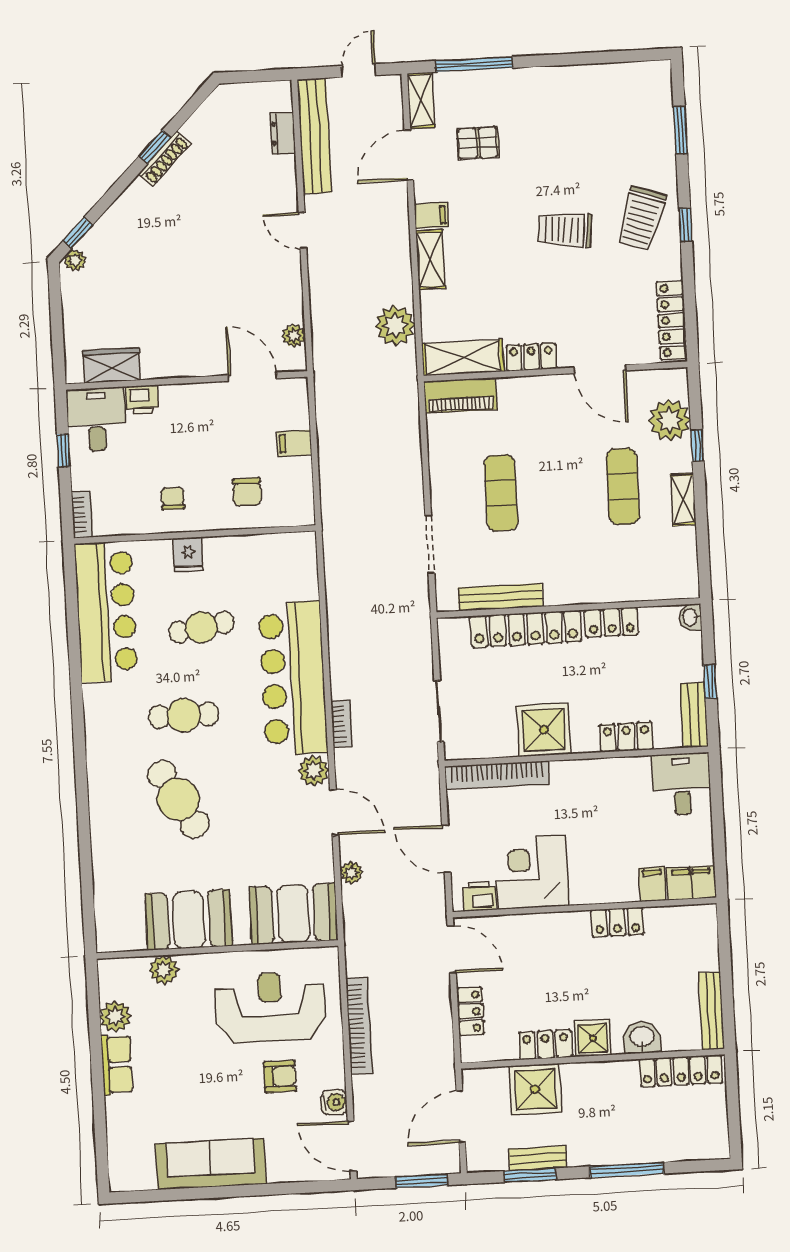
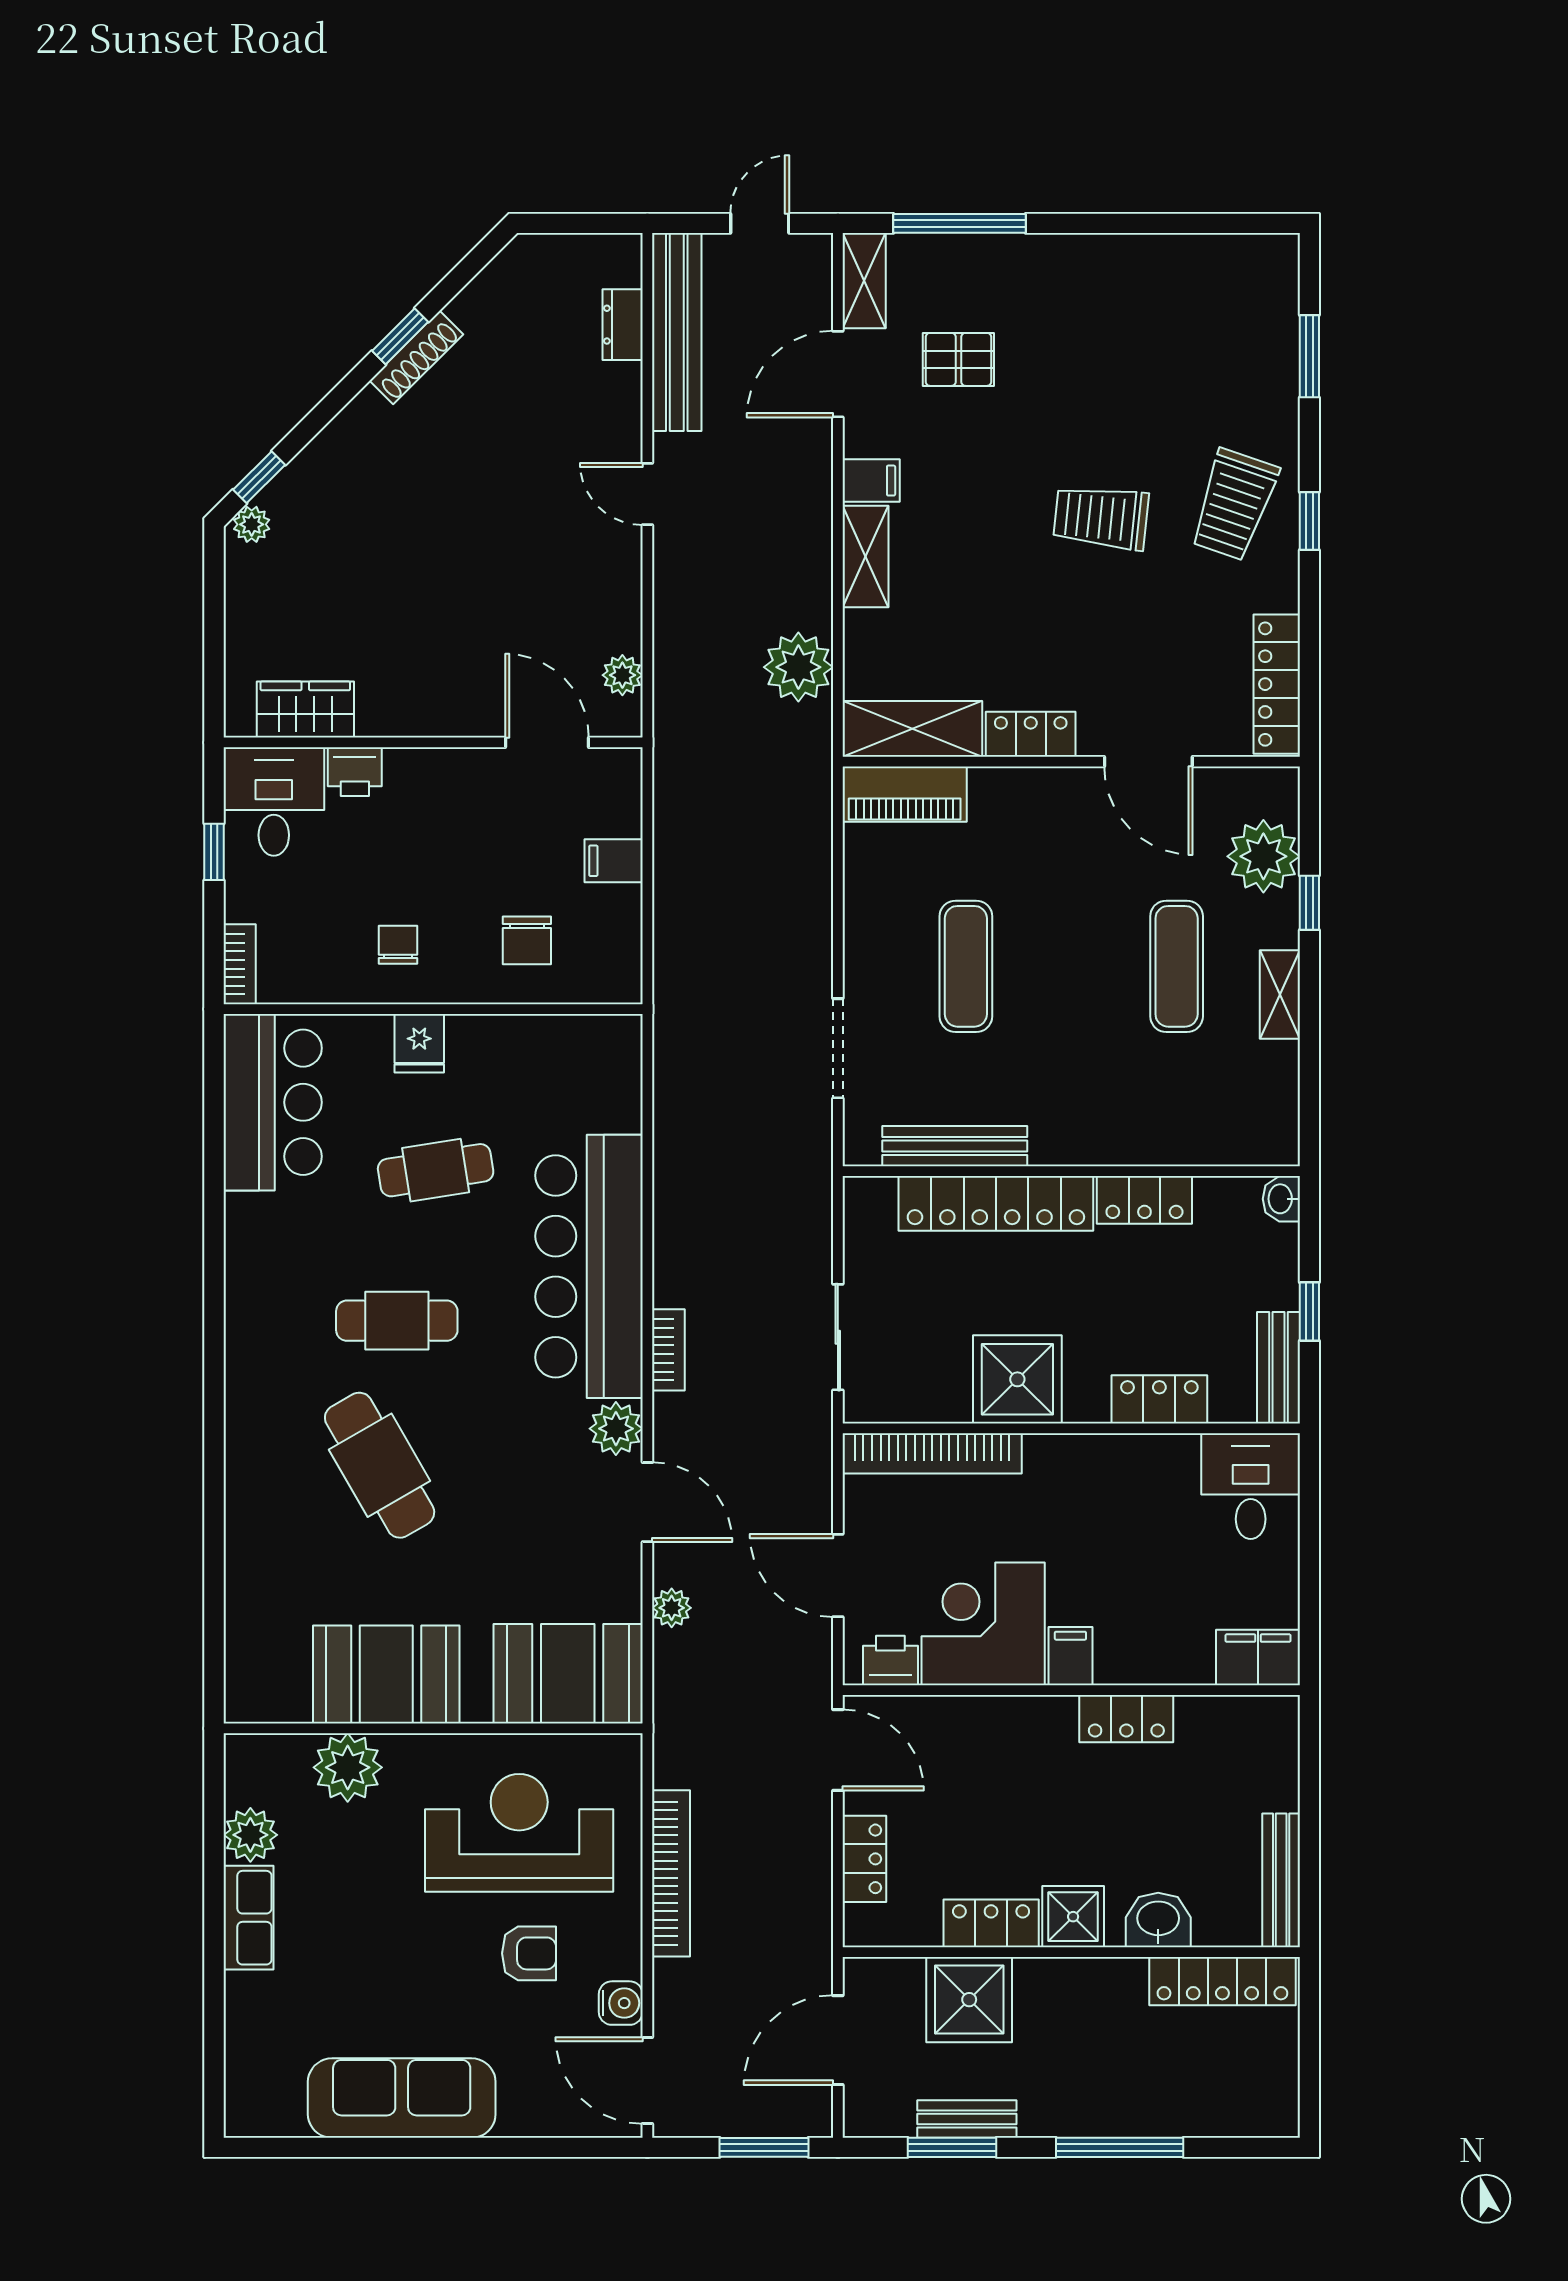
bar counter: (106, 612) -> (273, 1102), width x0.73
filing cabinet: (652, 884) -> (1070, 1656), moved
plant: (164, 970) -> (348, 1767), width x1.36, depth x1.36

